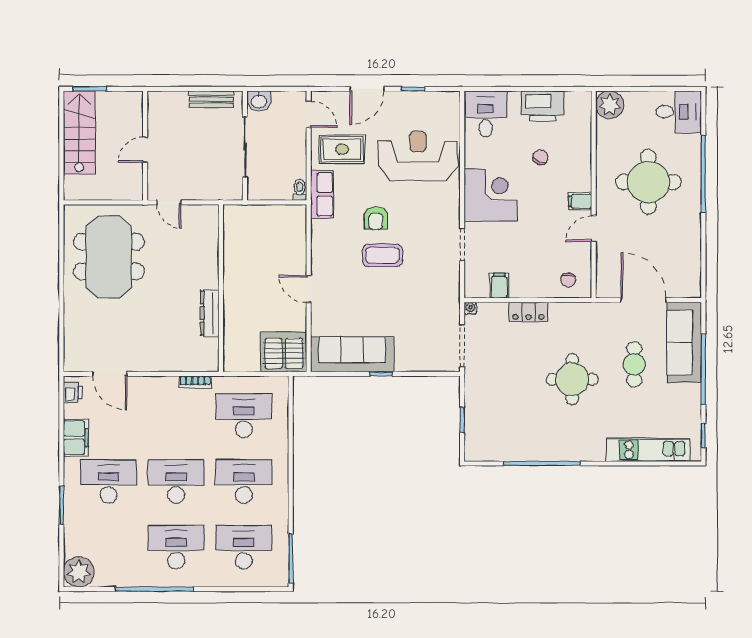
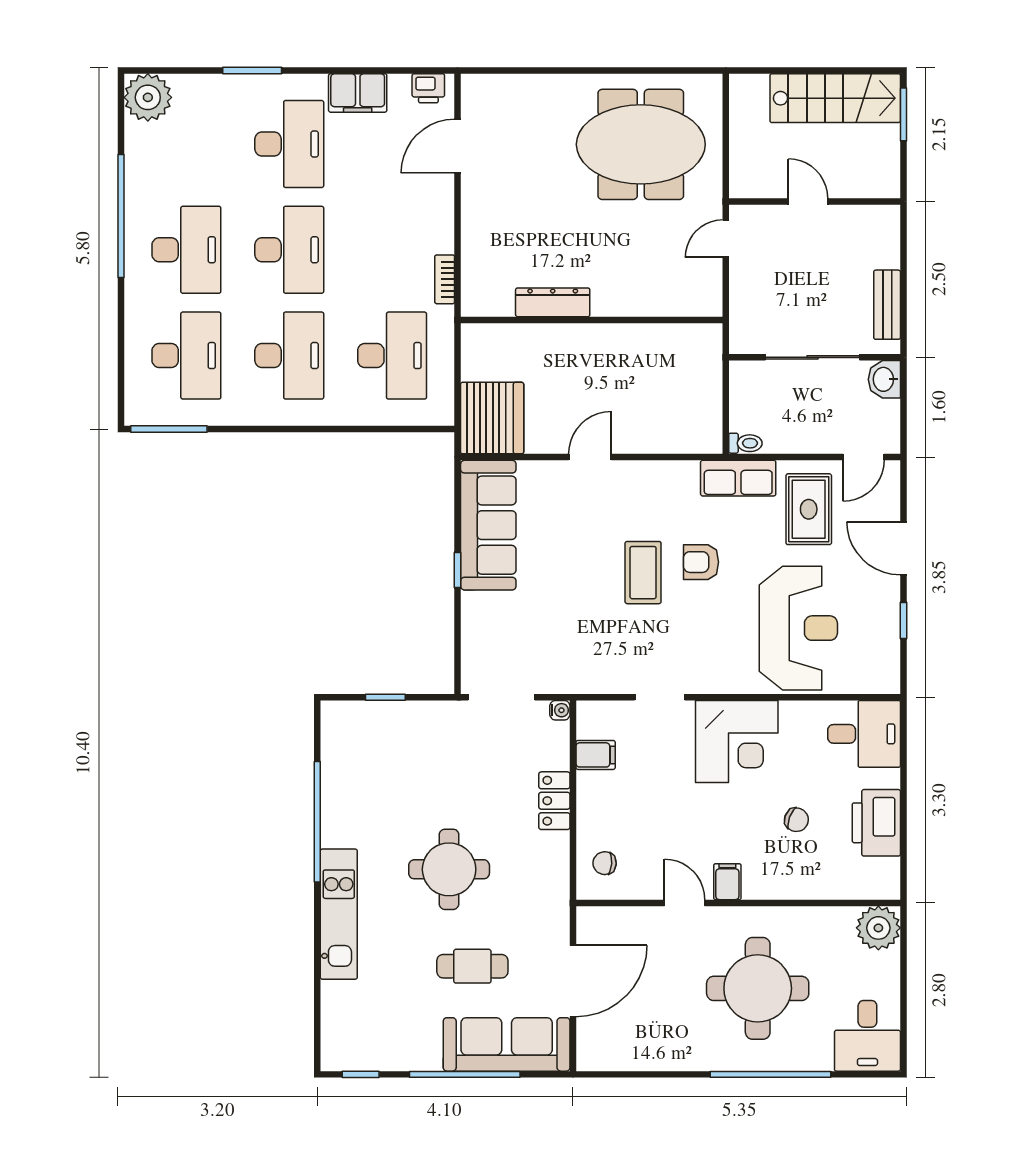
kitchen unit: (648, 450) -> (339, 914), moved

